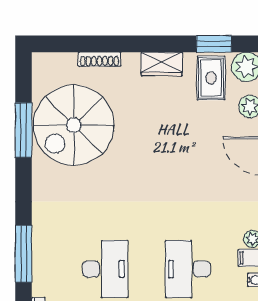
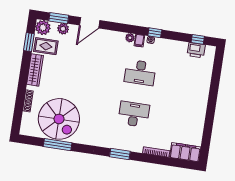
wardrobe: (162, 64) -> (35, 70), width x1.50
window: (24, 254) -> (120, 154), width x0.69

